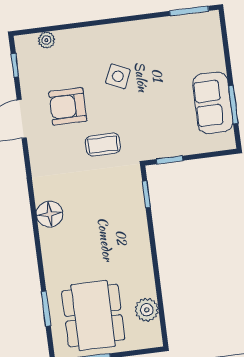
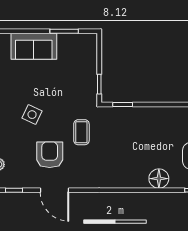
sofa: (213, 103) -> (34, 46), moved
armchair: (68, 106) -> (50, 155), turned 180
floor lamp: (50, 214) -> (159, 179), moved

